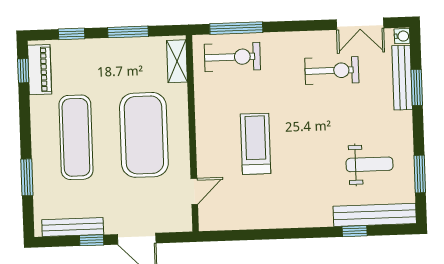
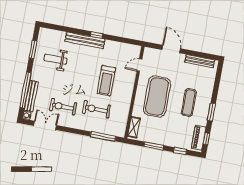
exercise bike: (232, 57) -> (96, 109), moved
window: (417, 87) -> (25, 90), width x2.11
exercise mat: (76, 137) -> (189, 102), width x0.73, depth x0.69
window: (27, 177) -> (211, 112), moved
bench: (375, 215) -> (85, 40), moved
window: (355, 231) -> (97, 35), moved
window: (92, 240) -> (192, 53), removed

